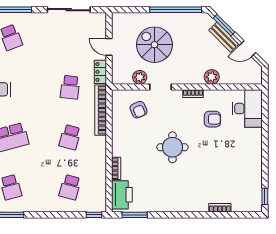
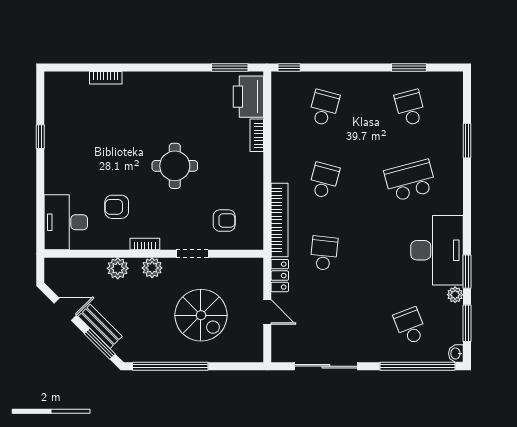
plant: (140, 77) -> (152, 268), moved
armchair: (139, 110) -> (224, 221), turned 114
window: (265, 196) -> (40, 137), moved

